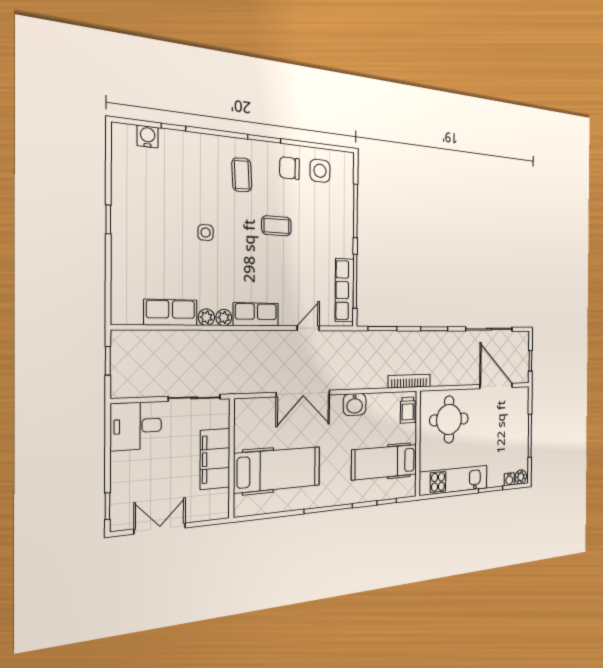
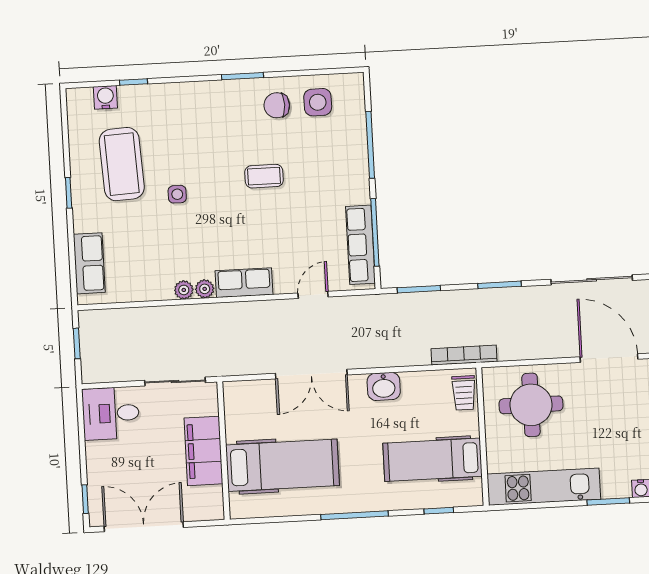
coffee table: (242, 175) -> (122, 164), moved, width x1.86, depth x1.72
row of seats: (171, 312) -> (89, 263), moved, turned 90
double door: (160, 529) -> (144, 527), width x1.37

